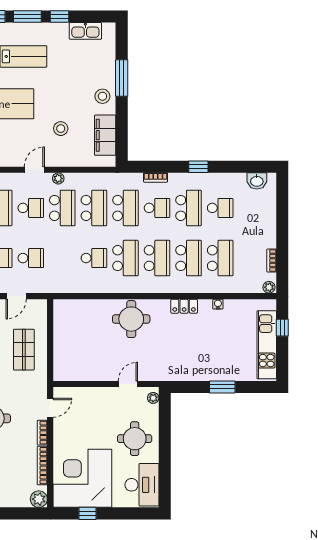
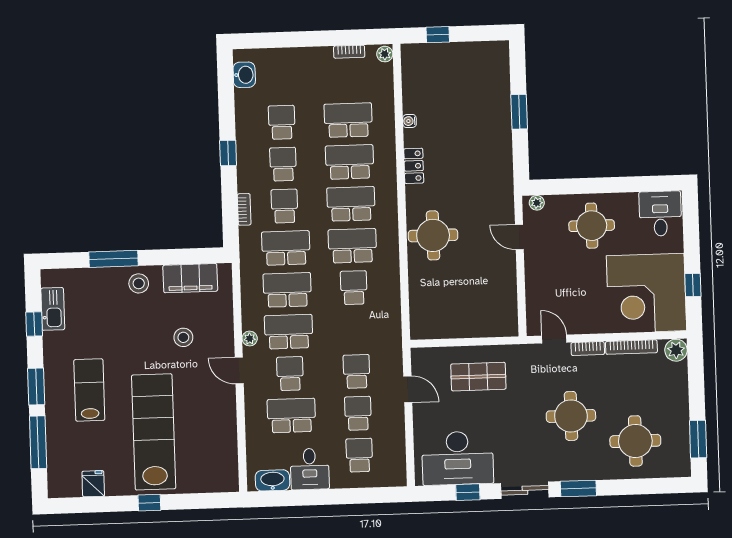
window: (59, 17) -> (34, 324), moved
school desk: (189, 208) -> (283, 164), width x0.54
kitchen unit: (267, 345) -> (461, 55), removed
desk: (142, 485) -> (660, 214), width x0.73

